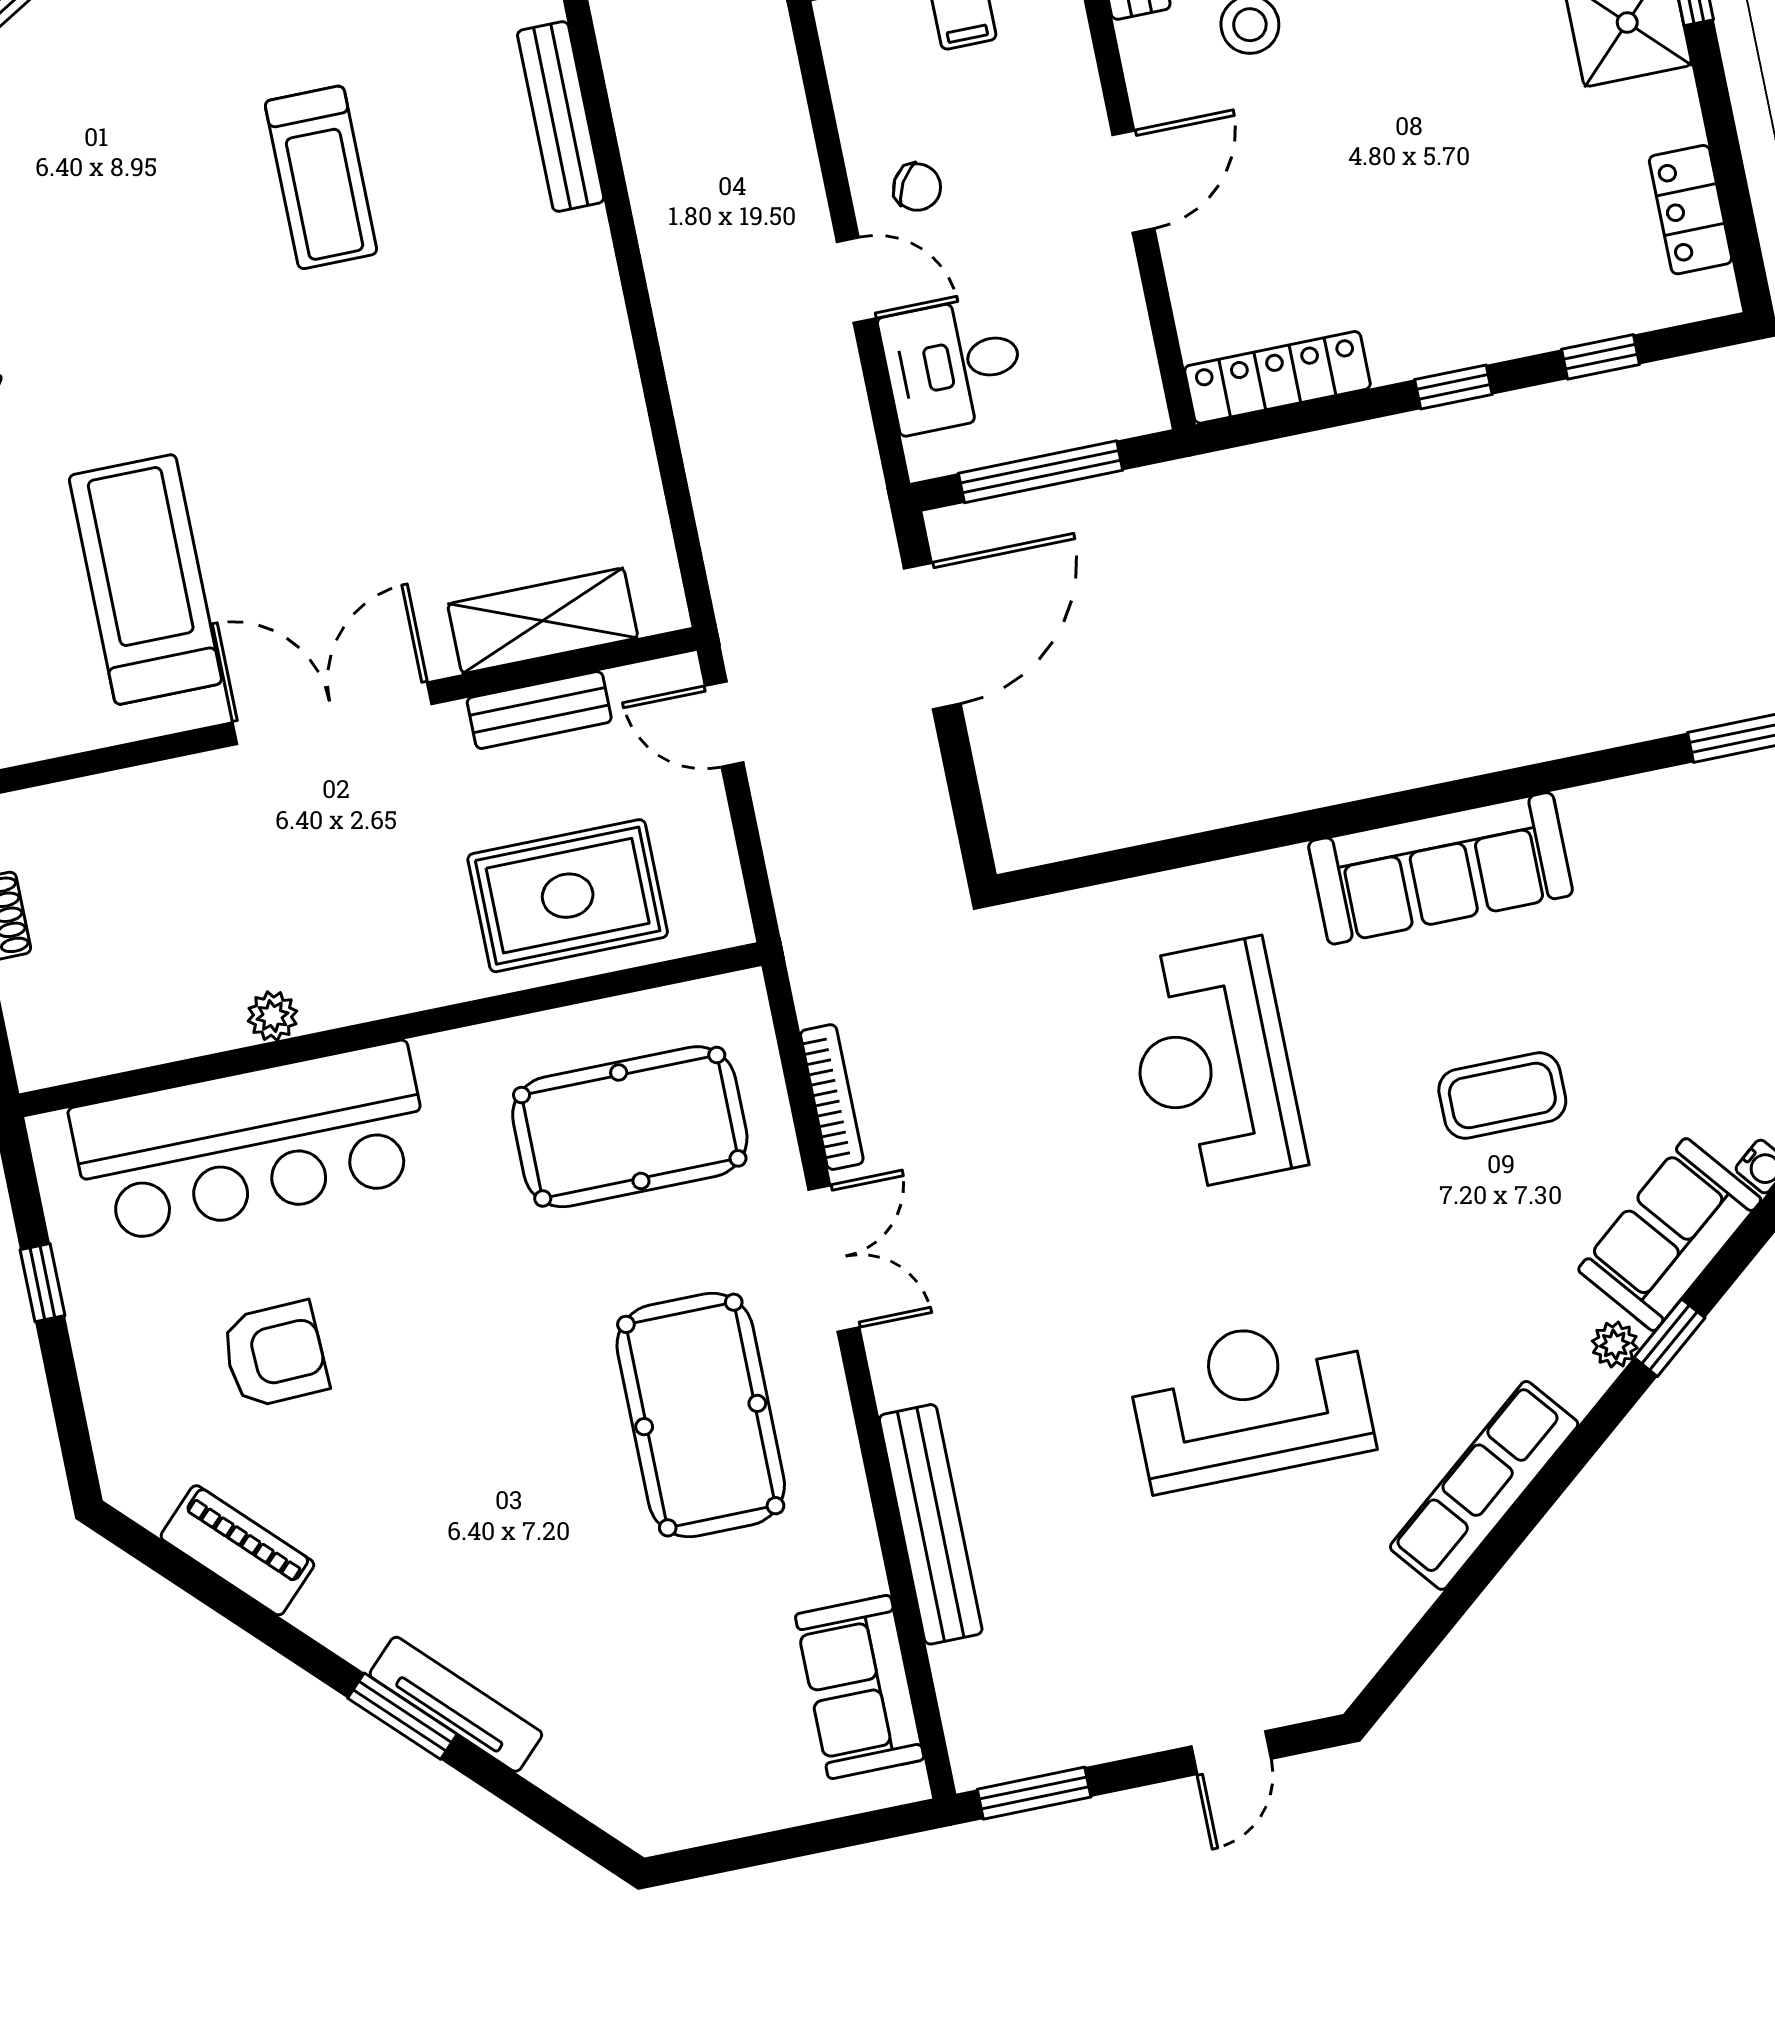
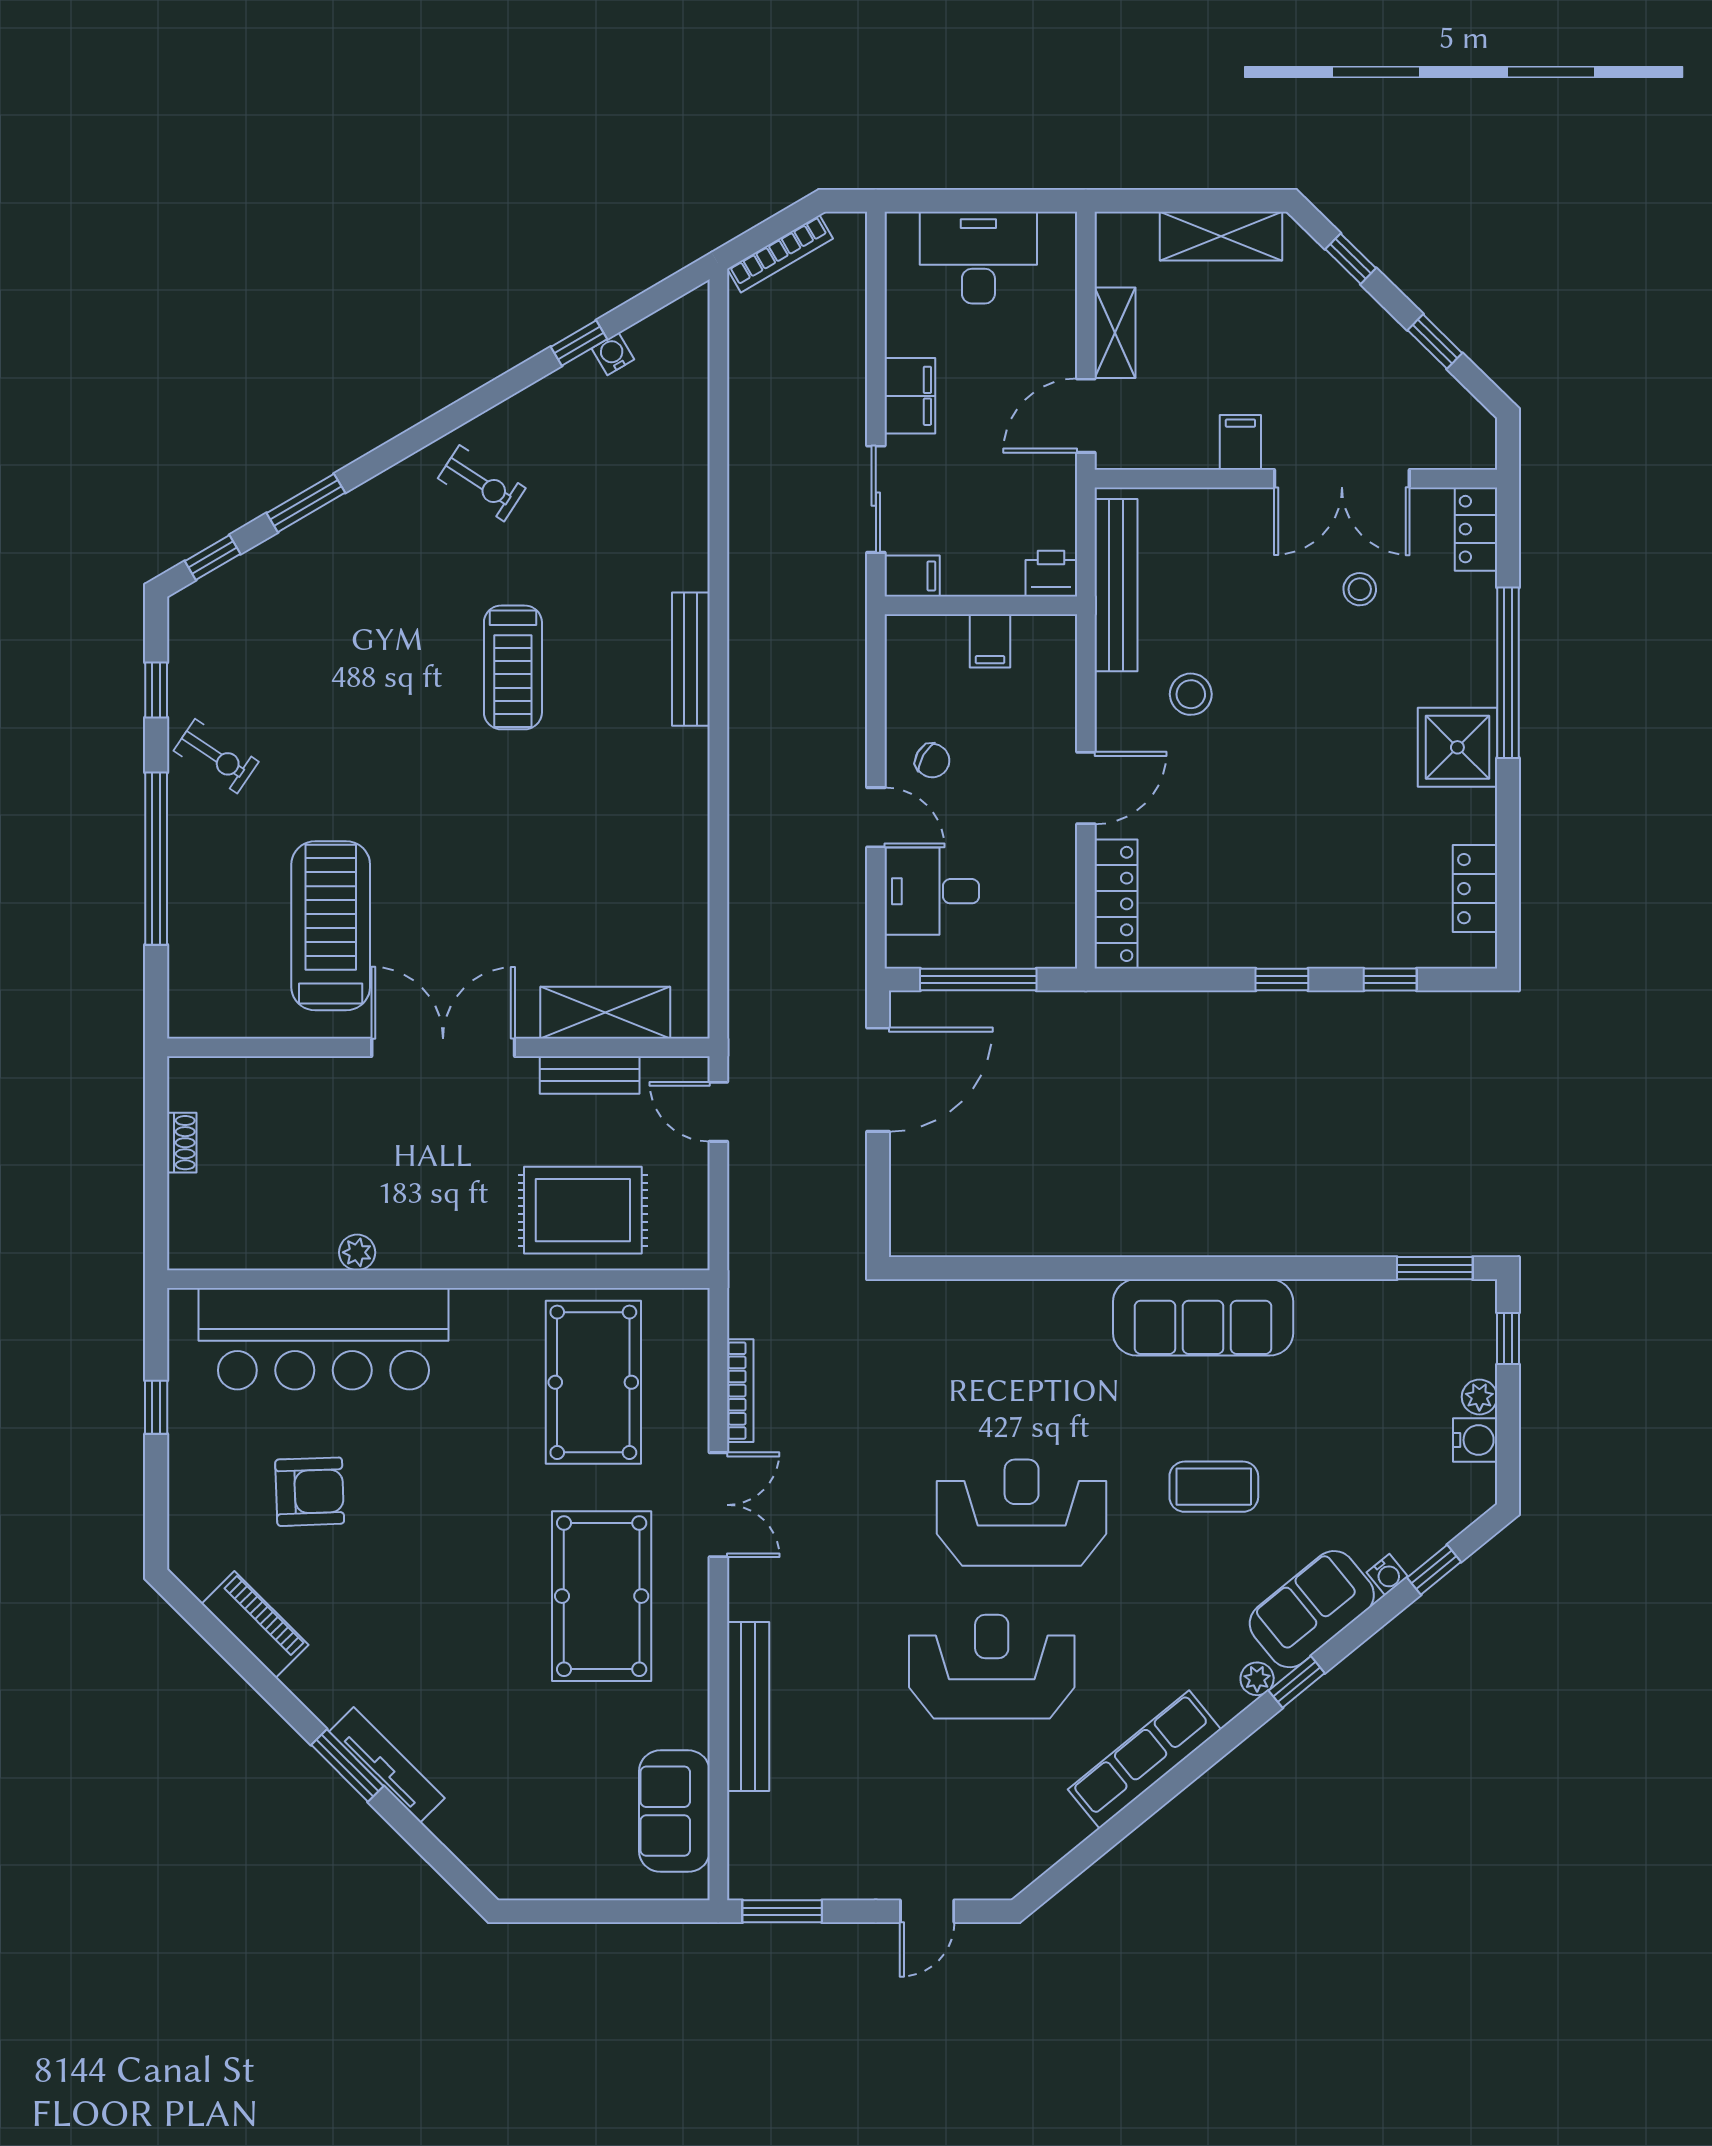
locker: (1277, 377) -> (1116, 904), moved, turned 90
reception desk: (1213, 1065) -> (1022, 1513), moved, turned 90
pool table: (630, 1127) -> (593, 1382), turned 90

